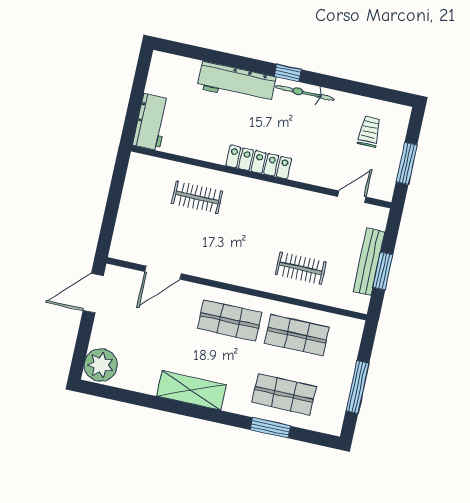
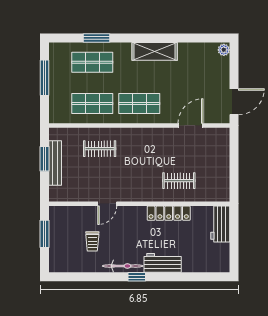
workbench: (237, 83) -> (163, 263), width x0.73
trolley: (369, 132) -> (92, 241), moved
locker: (259, 162) -> (169, 213), moved
door: (352, 197) -> (107, 204), moved
plant: (101, 365) -> (224, 50), width x0.53, depth x0.53

